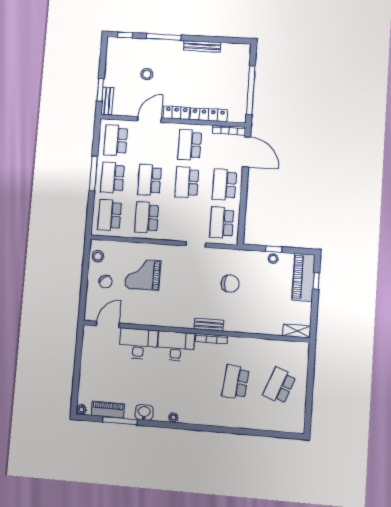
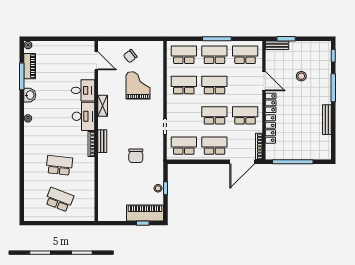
stool: (98, 256) -> (150, 48), removed
shelving: (297, 331) -> (103, 106), moved
desk: (138, 344) -> (83, 90), width x0.73

